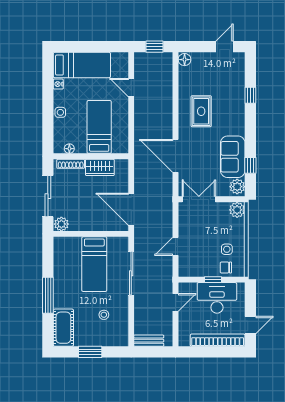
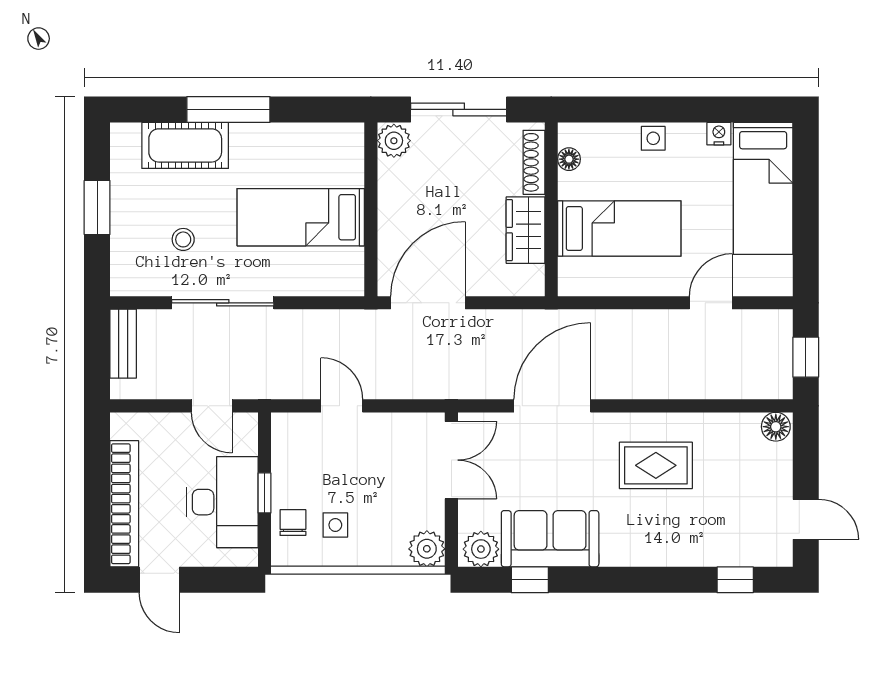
window: (250, 95) -> (735, 580), moved
sliding door: (131, 273) -> (223, 303), moved
cot: (63, 328) -> (185, 145), moved

